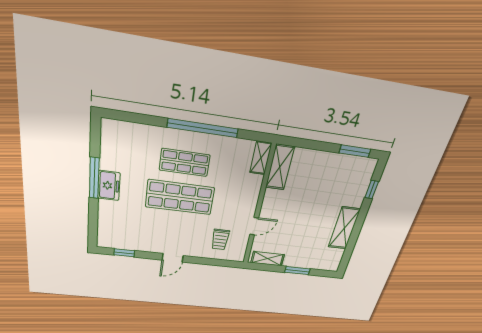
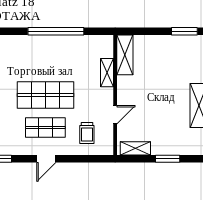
shelving: (261, 158) -> (107, 73), moved
shop shelf: (185, 163) -> (45, 127), moved

